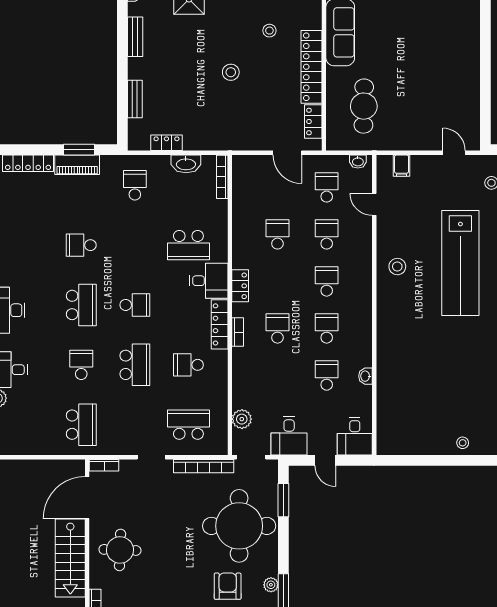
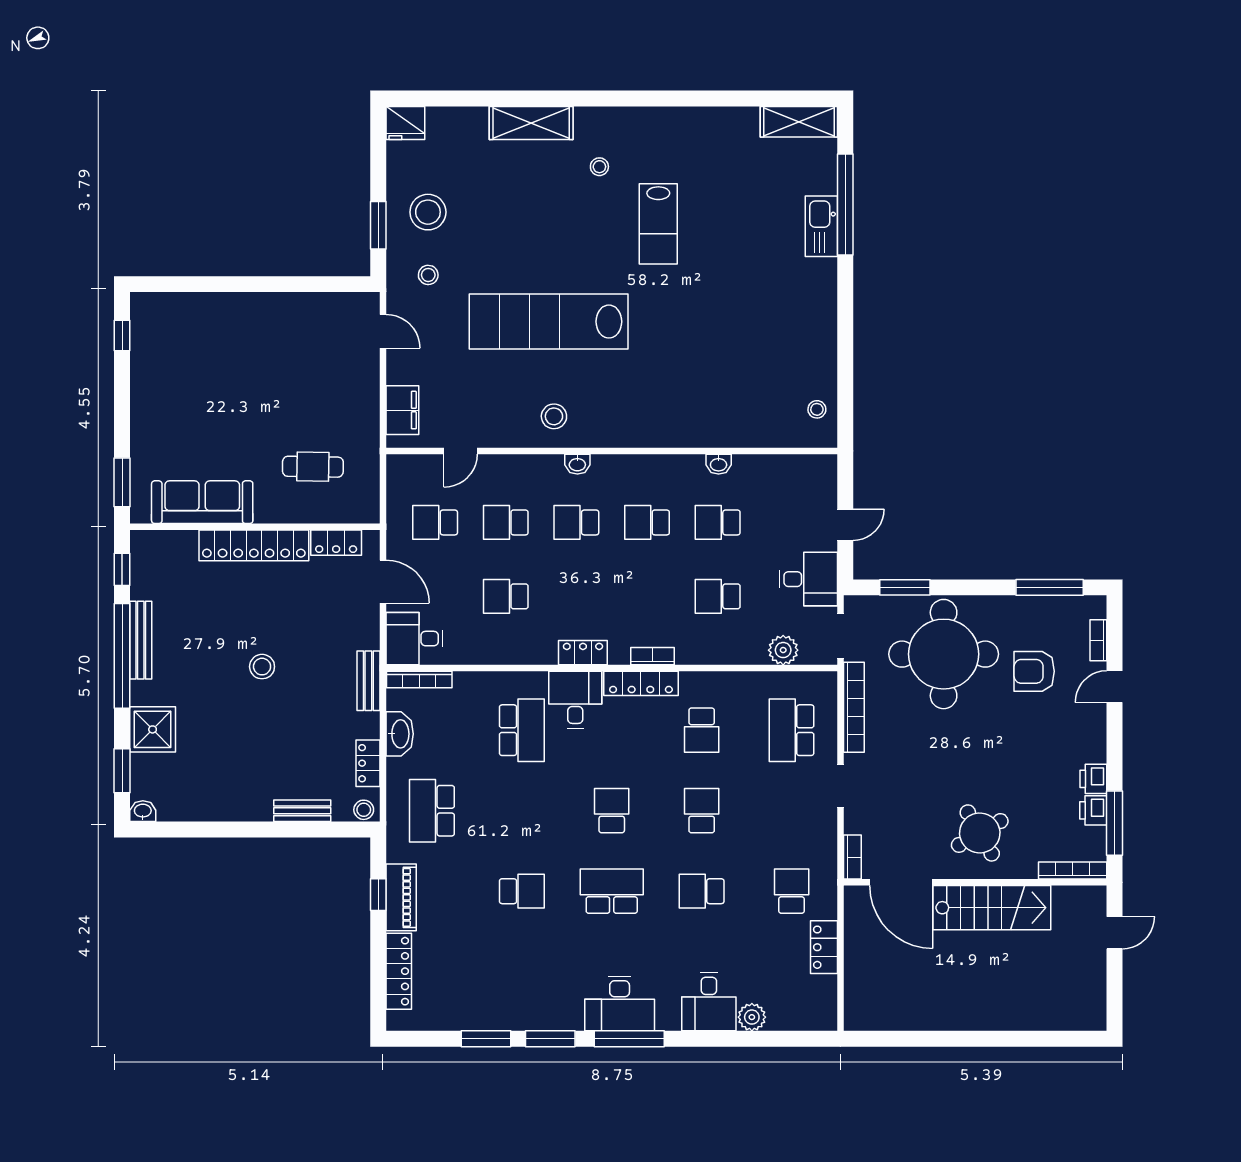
stool: (269, 31) -> (364, 810), moved
bench: (135, 37) -> (368, 681), moved, turned 90
cafe table: (364, 106) -> (313, 467), width x0.73, depth x0.74
window: (79, 150) -> (378, 895), width x0.67
door: (287, 153) -> (383, 582), hinge flipped
door: (454, 153) -> (383, 331), swing flipped
washbasin: (358, 161) -> (577, 464), moved, turned 90
filing cabinet: (402, 166) -> (402, 410), width x2.00
school desk: (135, 185) -> (432, 811), width x1.85
school desk: (81, 245) -> (522, 891), turned -90
lab bench: (460, 263) -> (549, 322), turned 180
school desk: (277, 328) -> (718, 596), moved
school desk: (135, 365) -> (702, 811), width x0.54
school desk: (81, 425) -> (792, 891), width x0.54
desk: (355, 436) -> (414, 639), moved, turned 180
stool: (463, 443) -> (817, 409), moved
locker: (44, 446) -> (824, 947), added
round table: (120, 550) -> (980, 833), turned -32
plant: (271, 585) -> (1032, 606), removed

